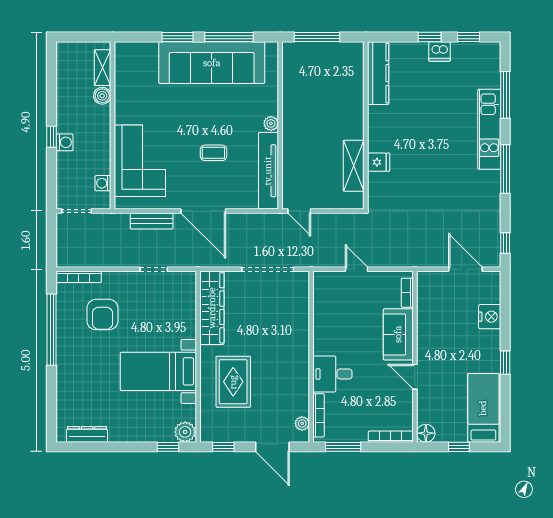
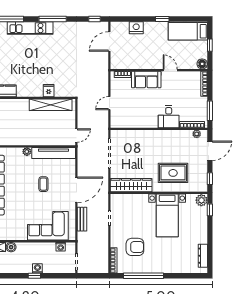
shelving: (354, 166) -> (51, 105), width x1.47
door: (415, 377) -> (170, 70), swing flipped

